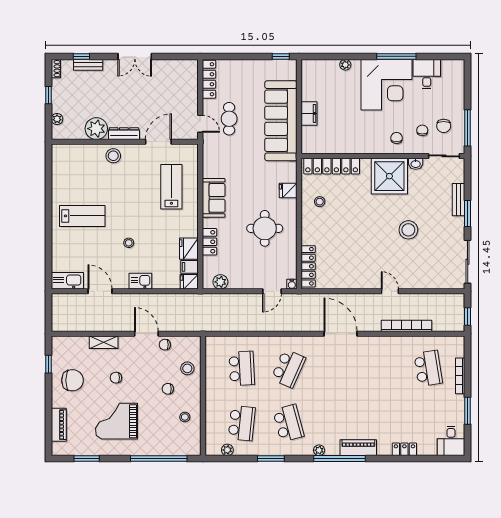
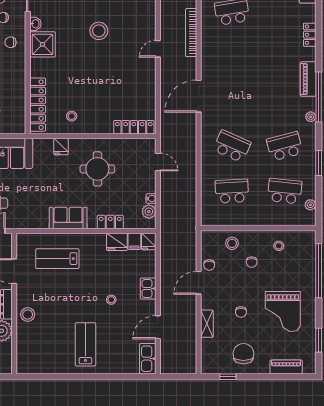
shower: (389, 176) -> (42, 44), width x0.73, depth x0.73
water cooler: (292, 284) -> (151, 199), moved

